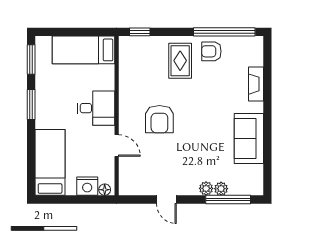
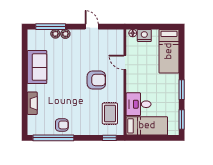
rug: (180, 61) -> (110, 114), moved
desk: (96, 108) -> (139, 104), moved
armchair: (159, 119) -> (96, 80), turned 90

